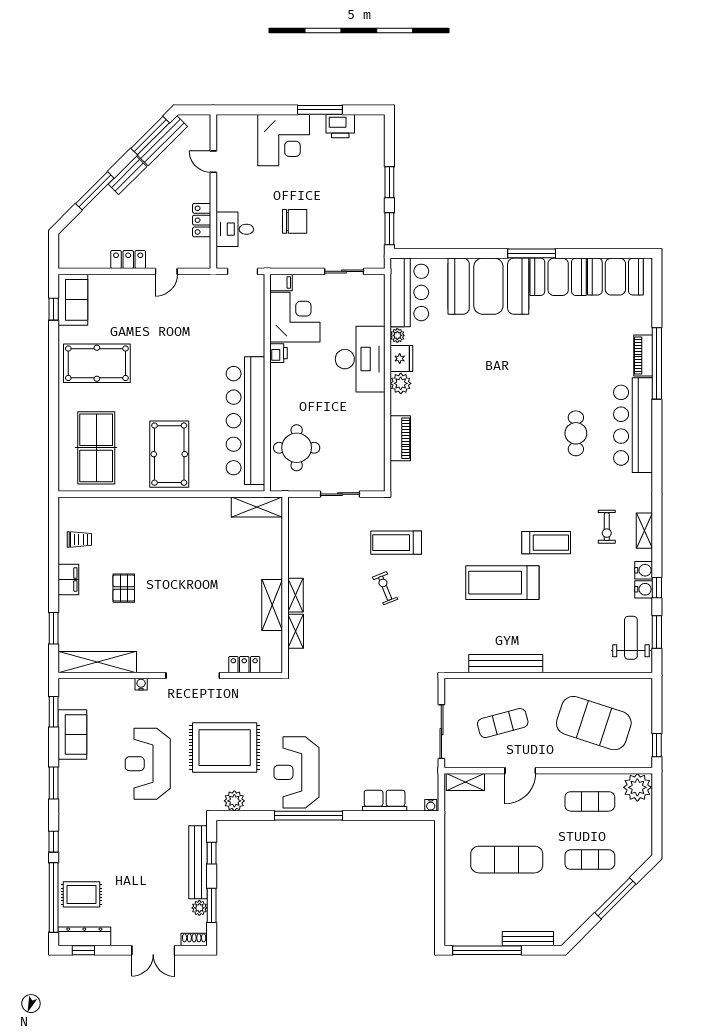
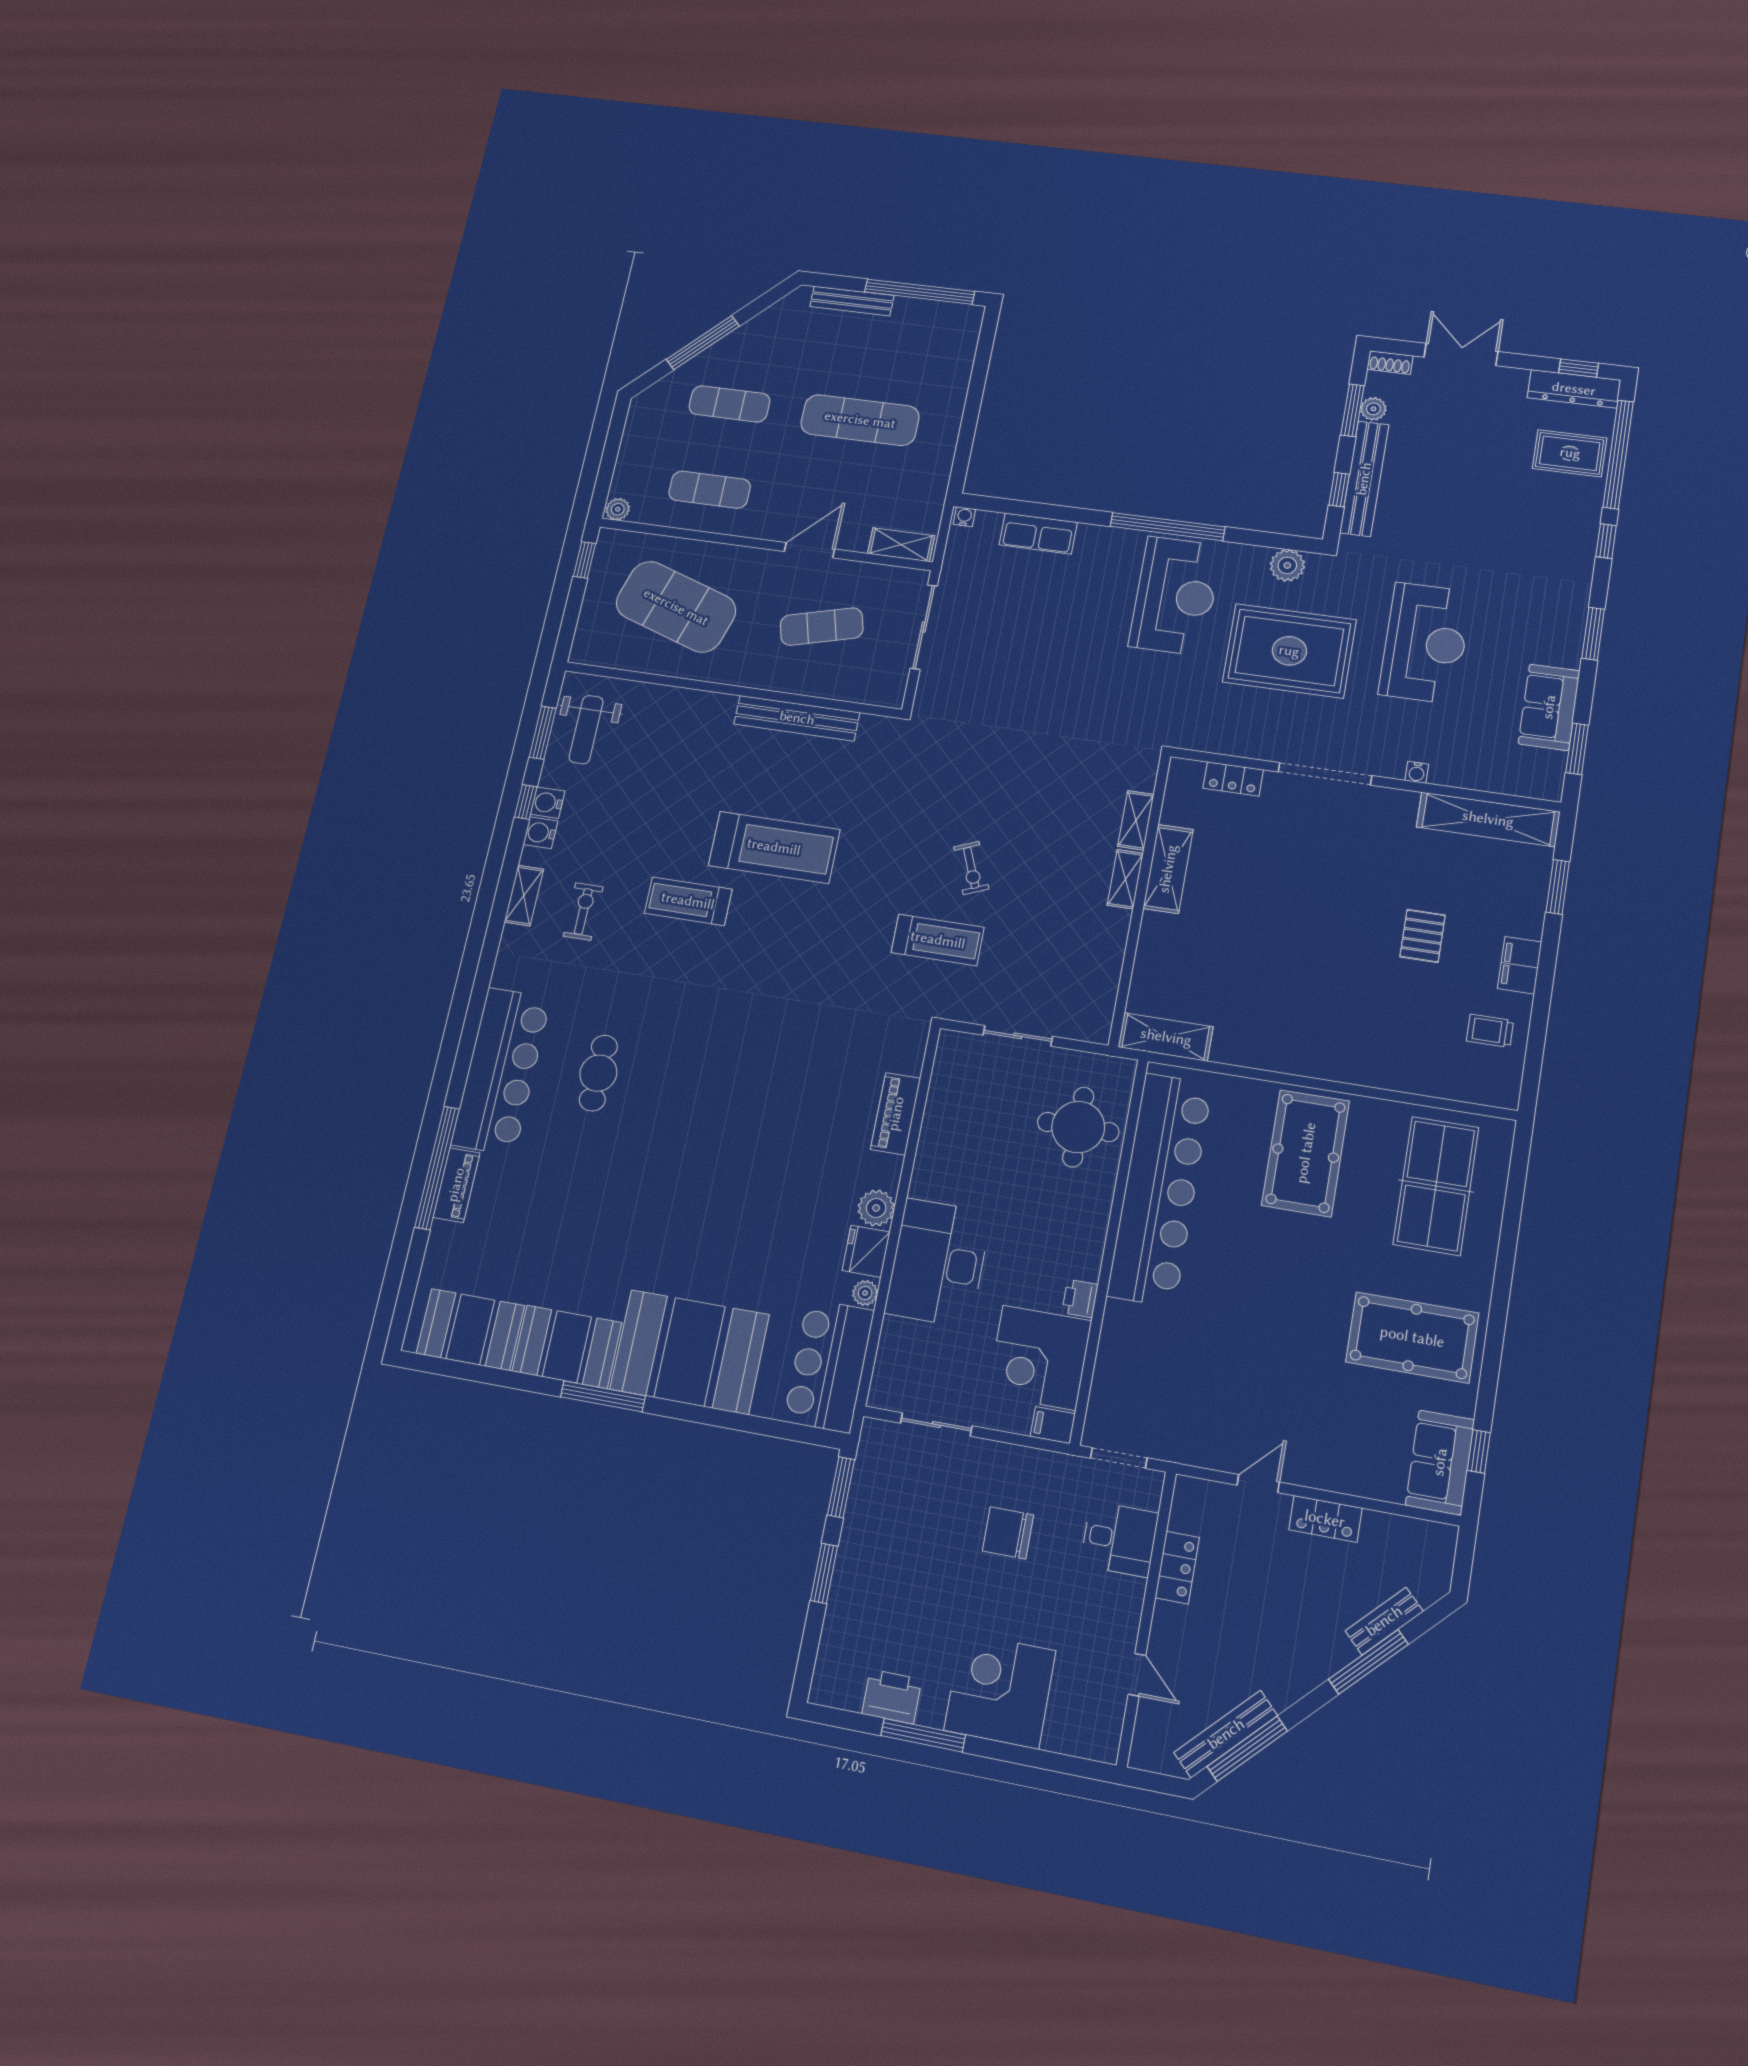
bench: (127, 175) -> (1384, 1621), moved
plant: (637, 787) -> (618, 509), width x0.53, depth x0.53

